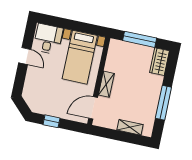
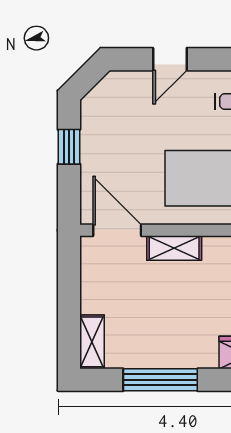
door: (25, 56) -> (170, 59), moved
shelving: (130, 127) -> (92, 342), moved

